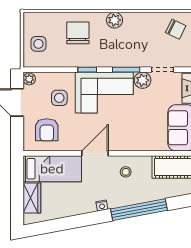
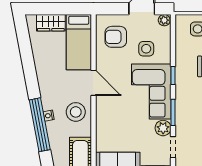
stool: (126, 172) -> (76, 112), width x1.89, depth x1.89
nightstand: (102, 206) -> (49, 116), moved

